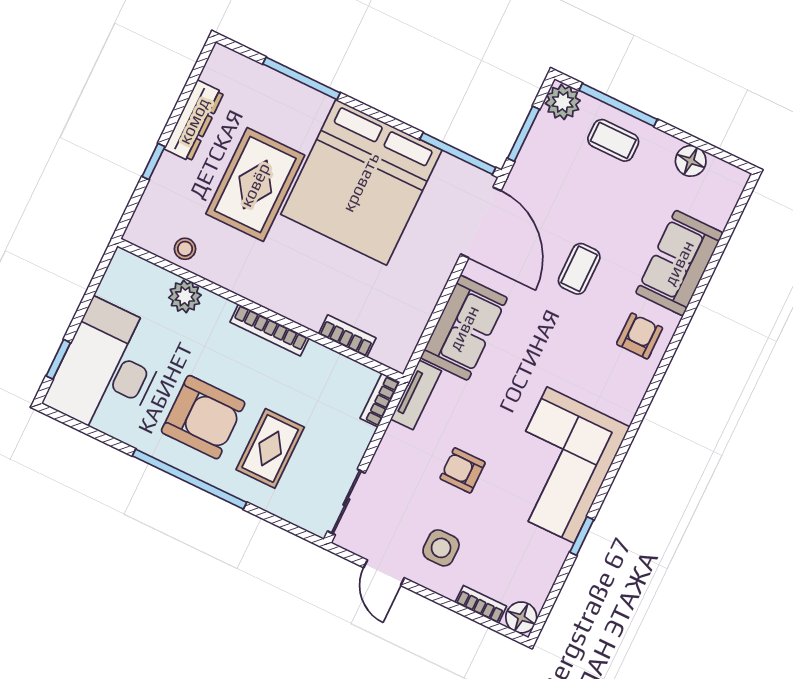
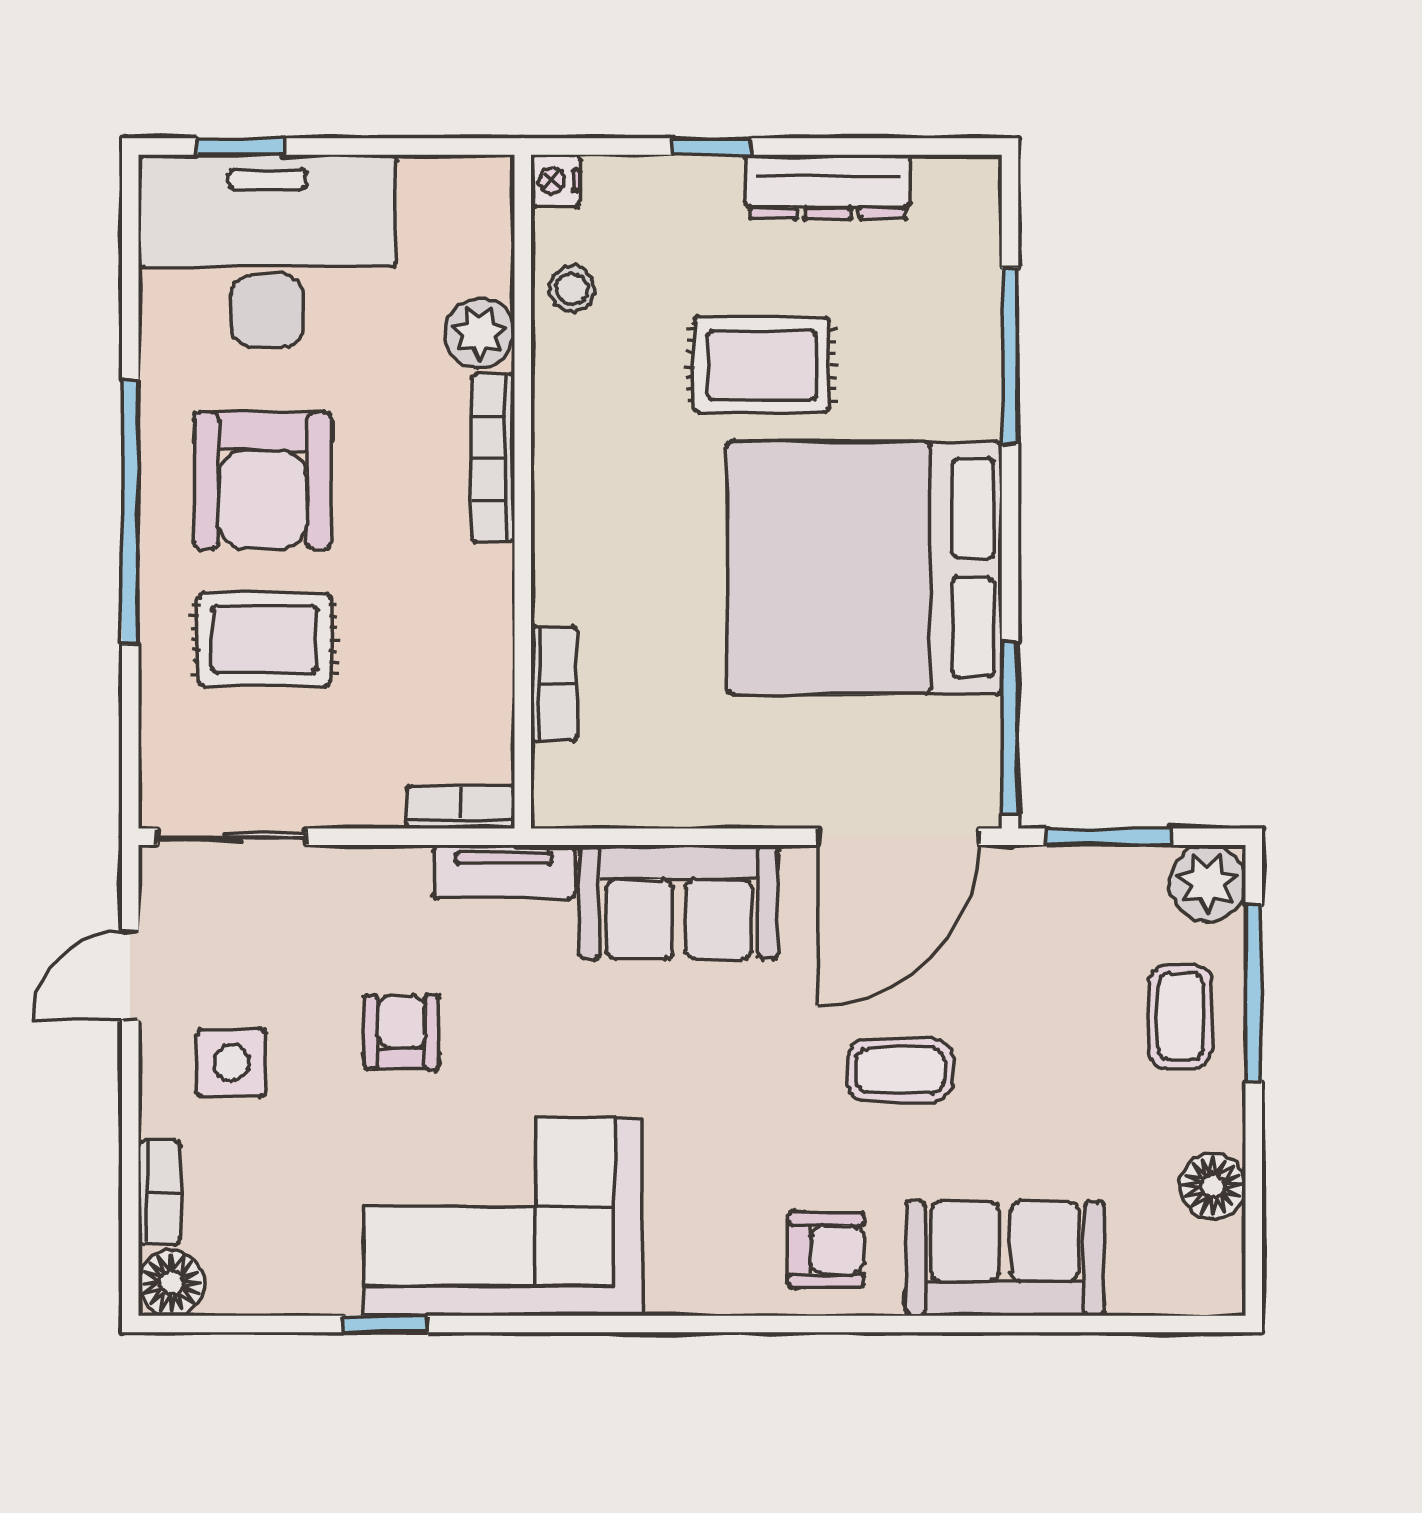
rug: (255, 185) -> (762, 365), width x0.73, depth x0.70
nightstand: (136, 234) -> (555, 180), added
bookcase: (269, 330) -> (493, 458), moved

